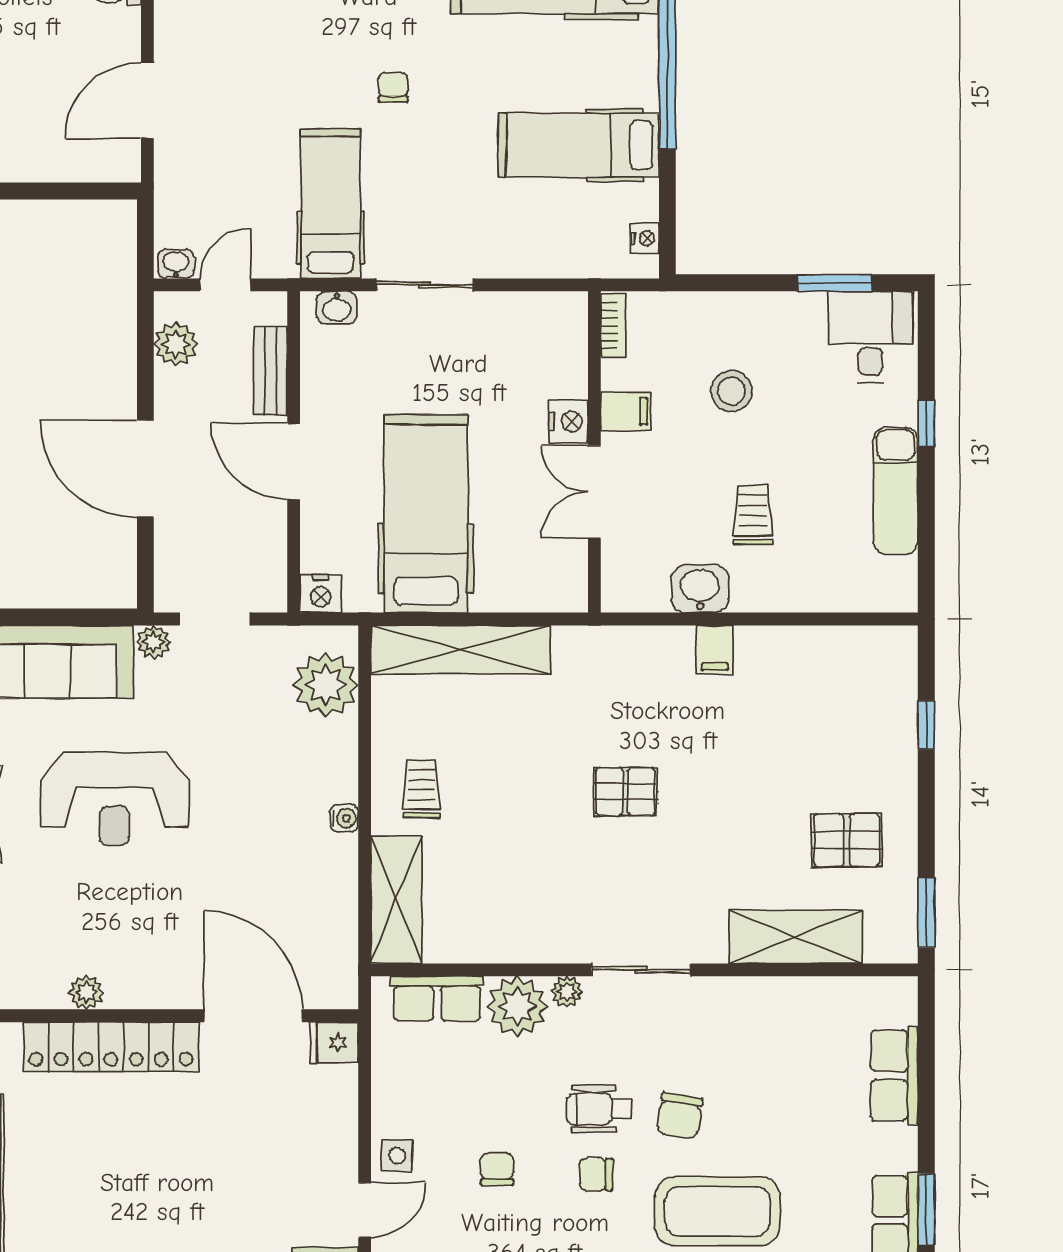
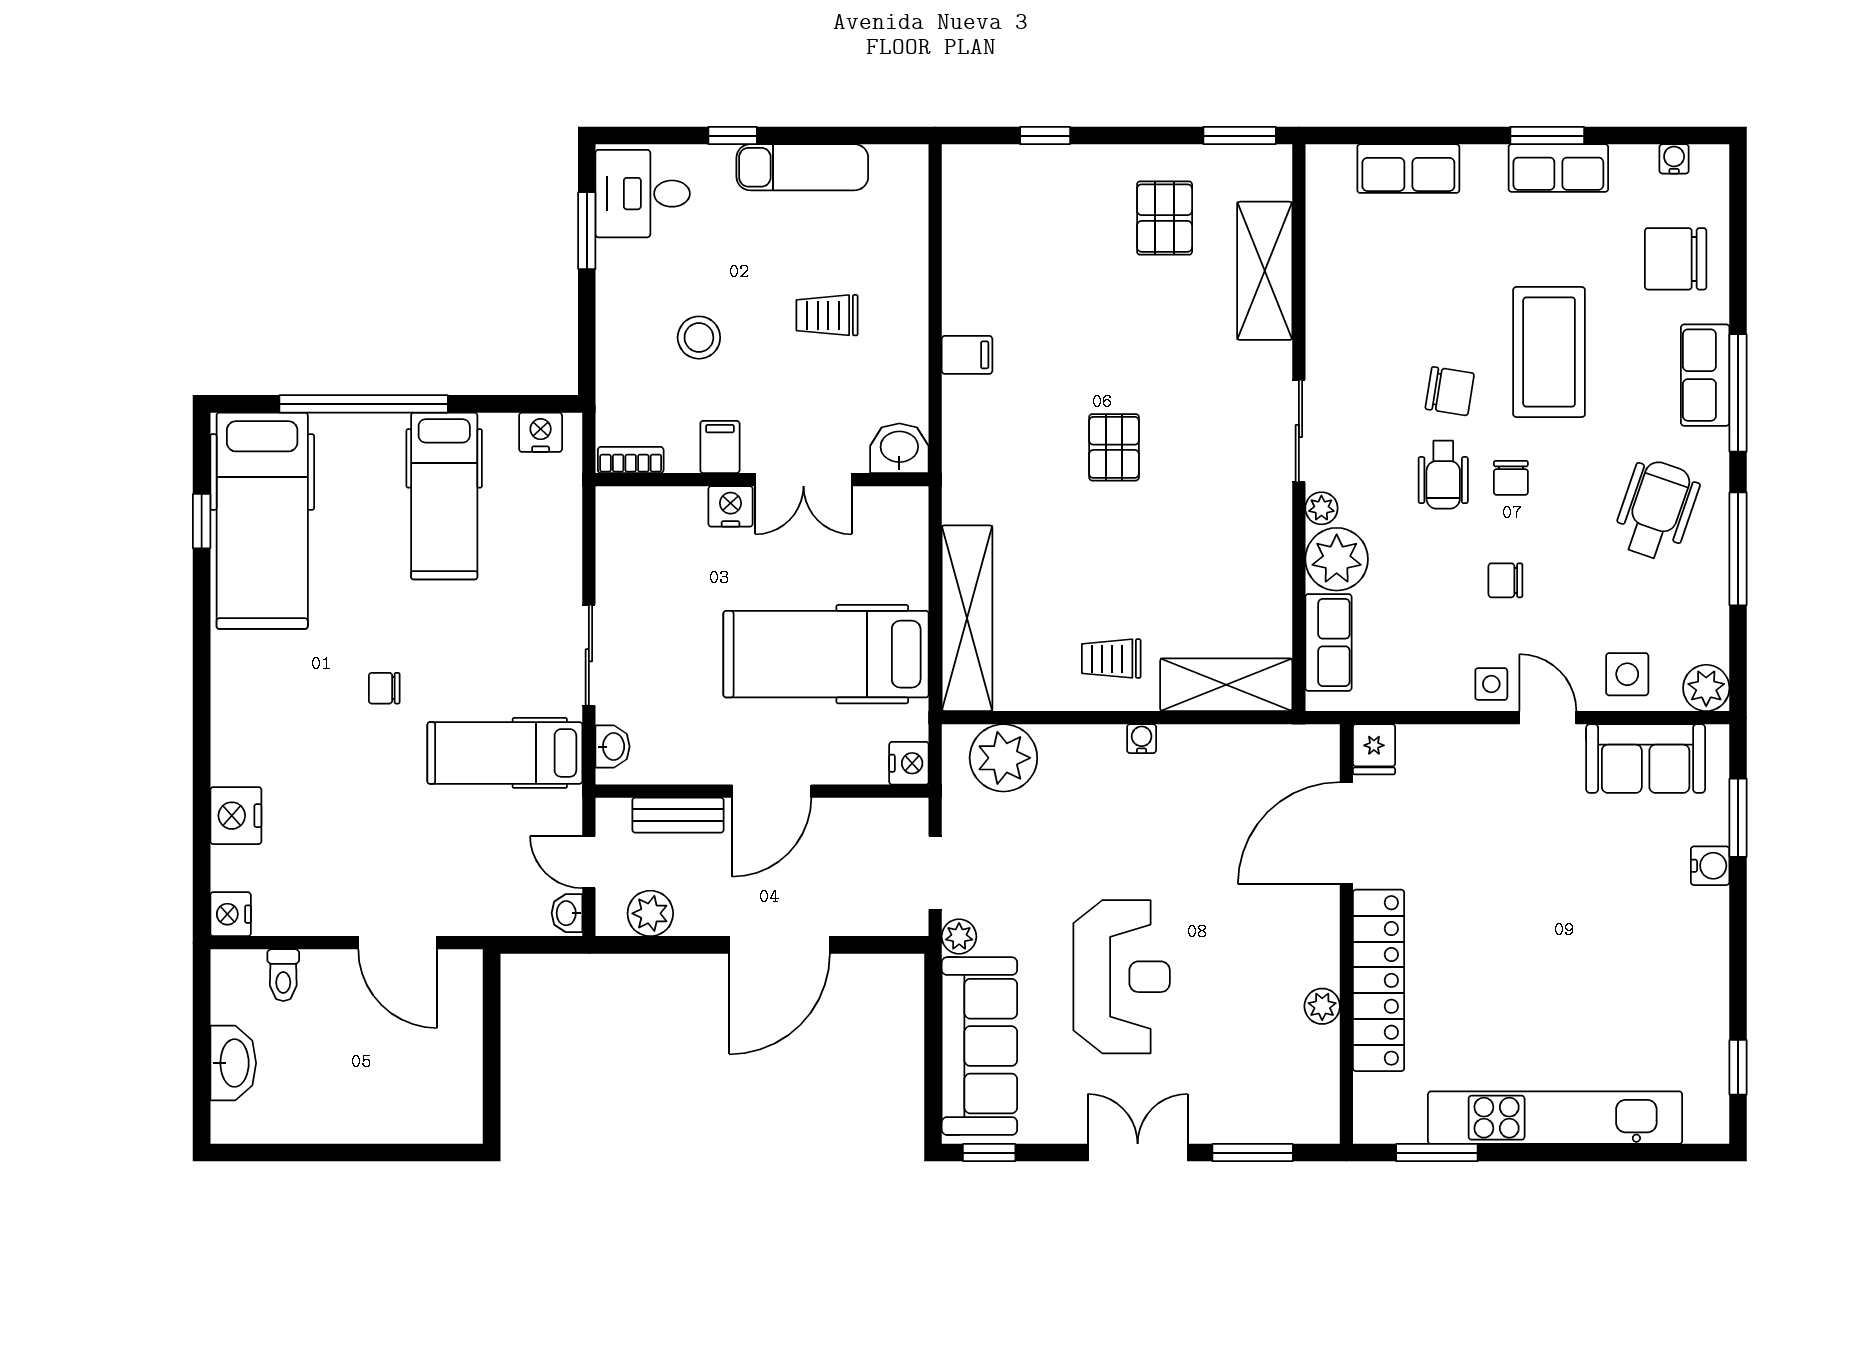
nightstand: (645, 238) -> (541, 432), width x1.39, depth x1.35
washbasin: (700, 589) -> (899, 448), moved, turned 90

